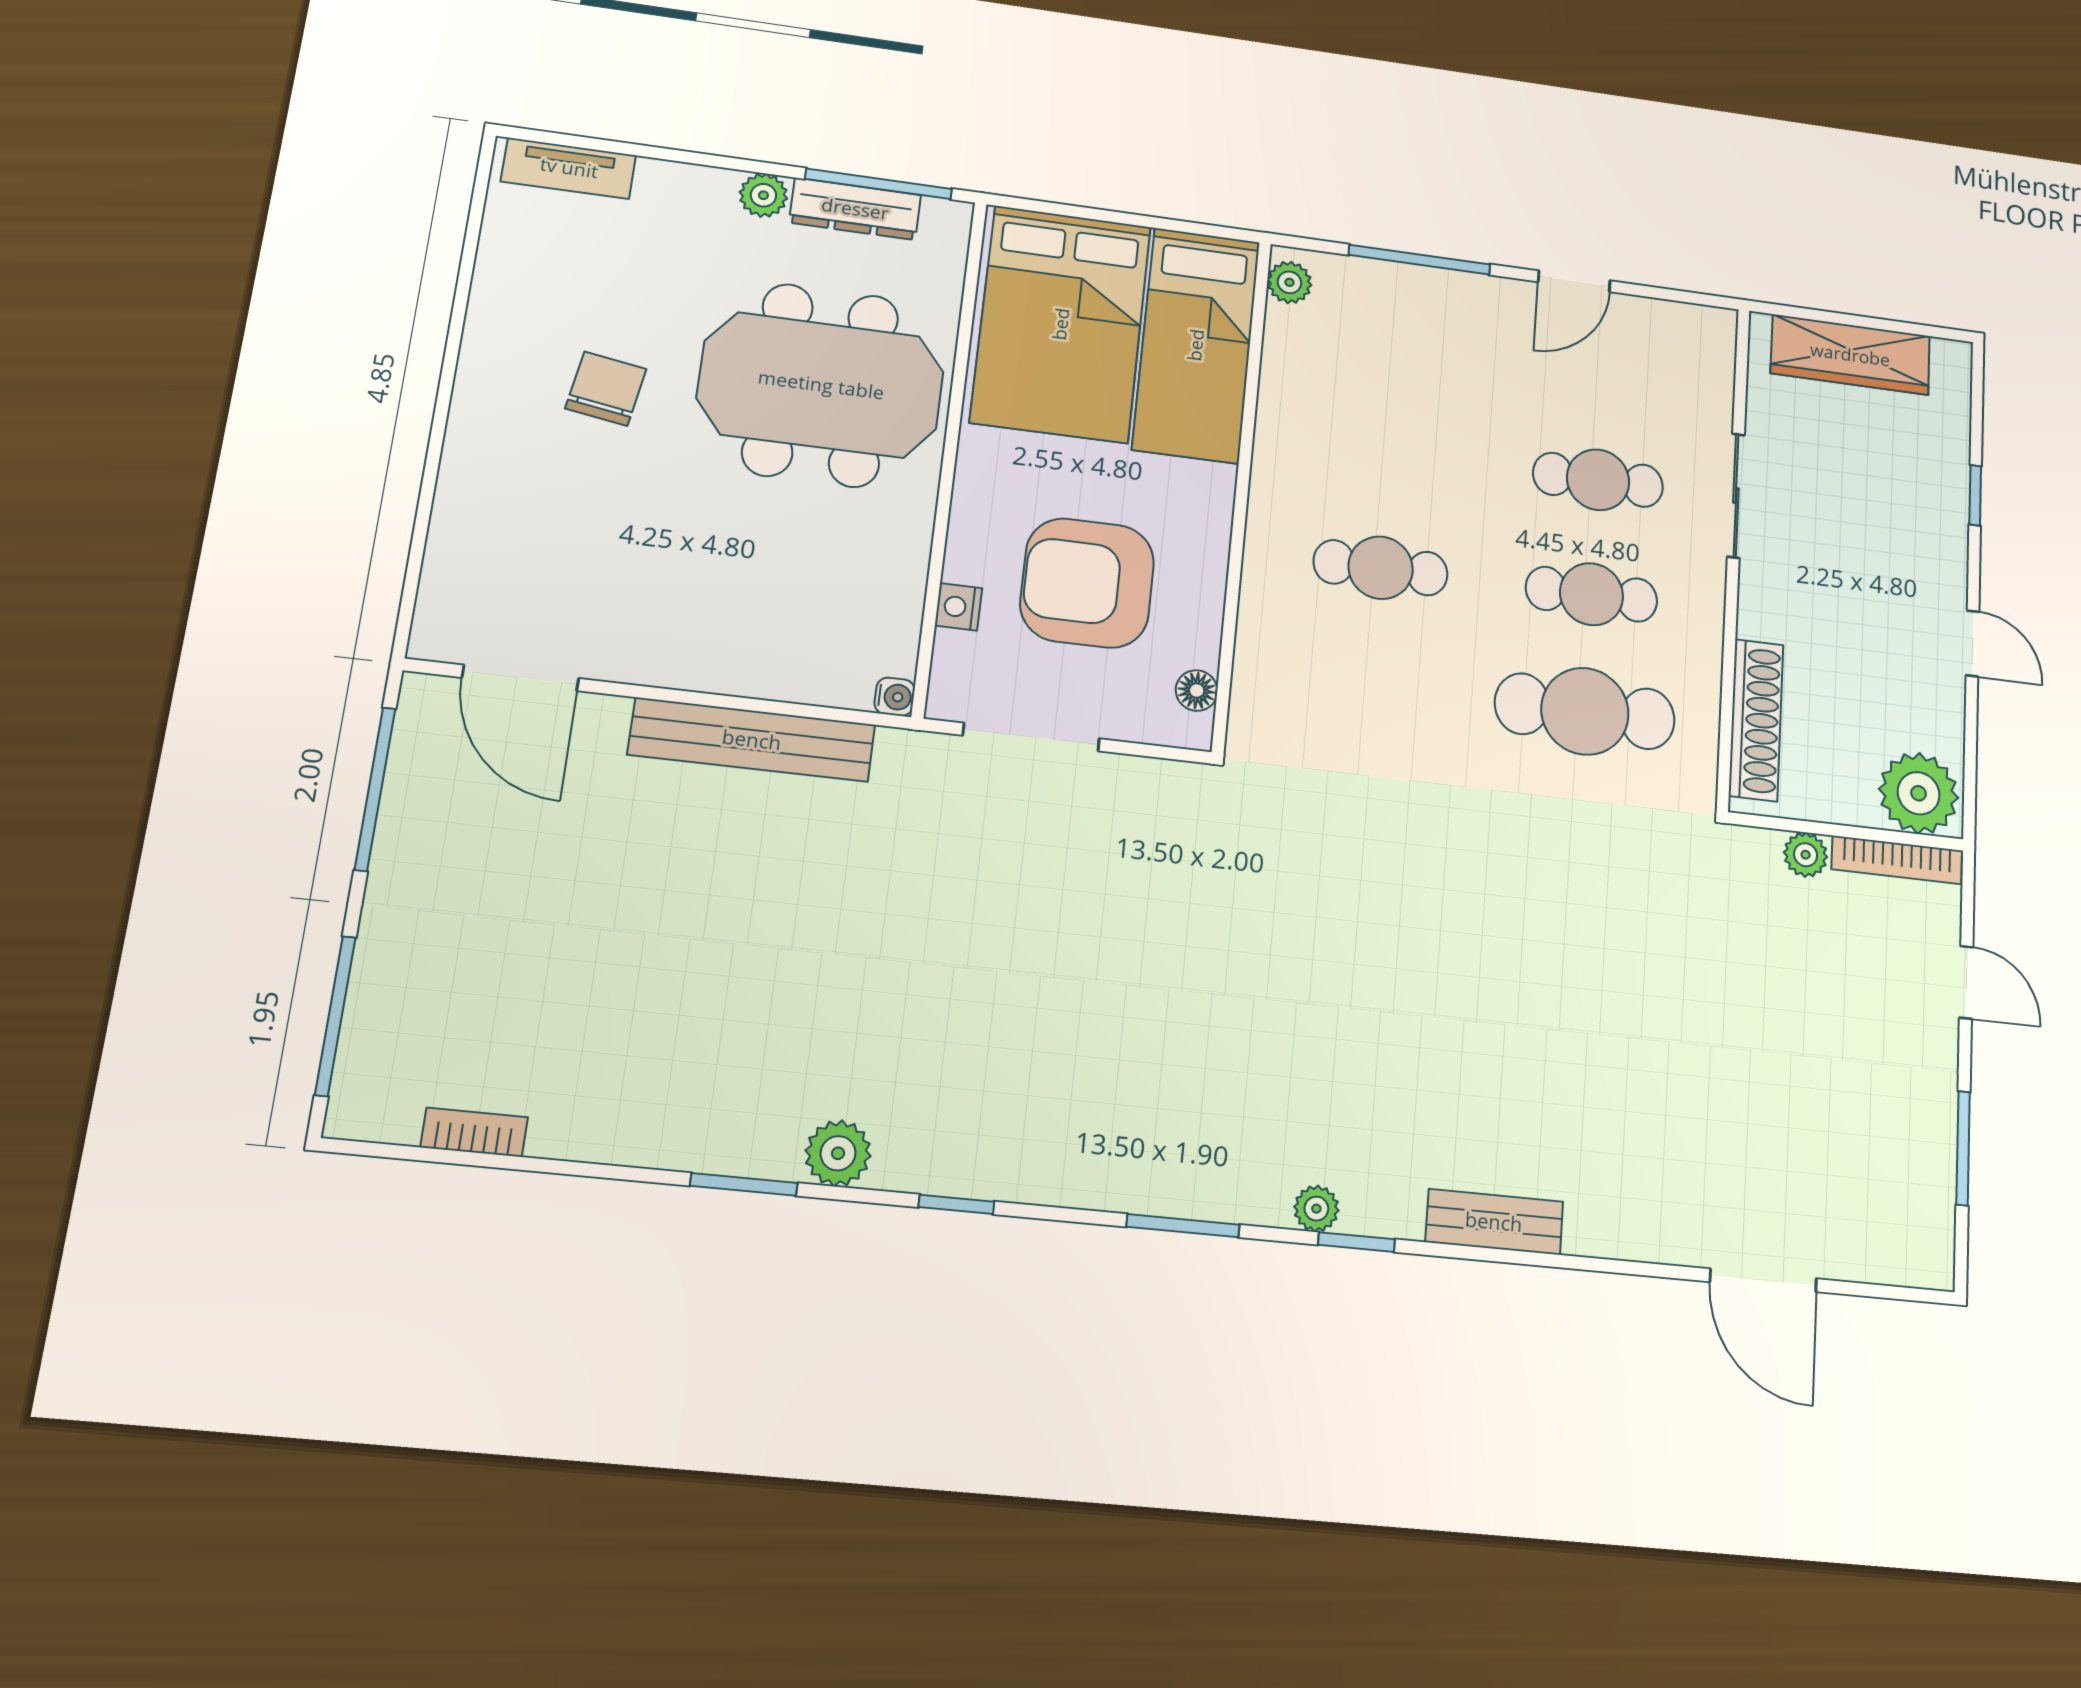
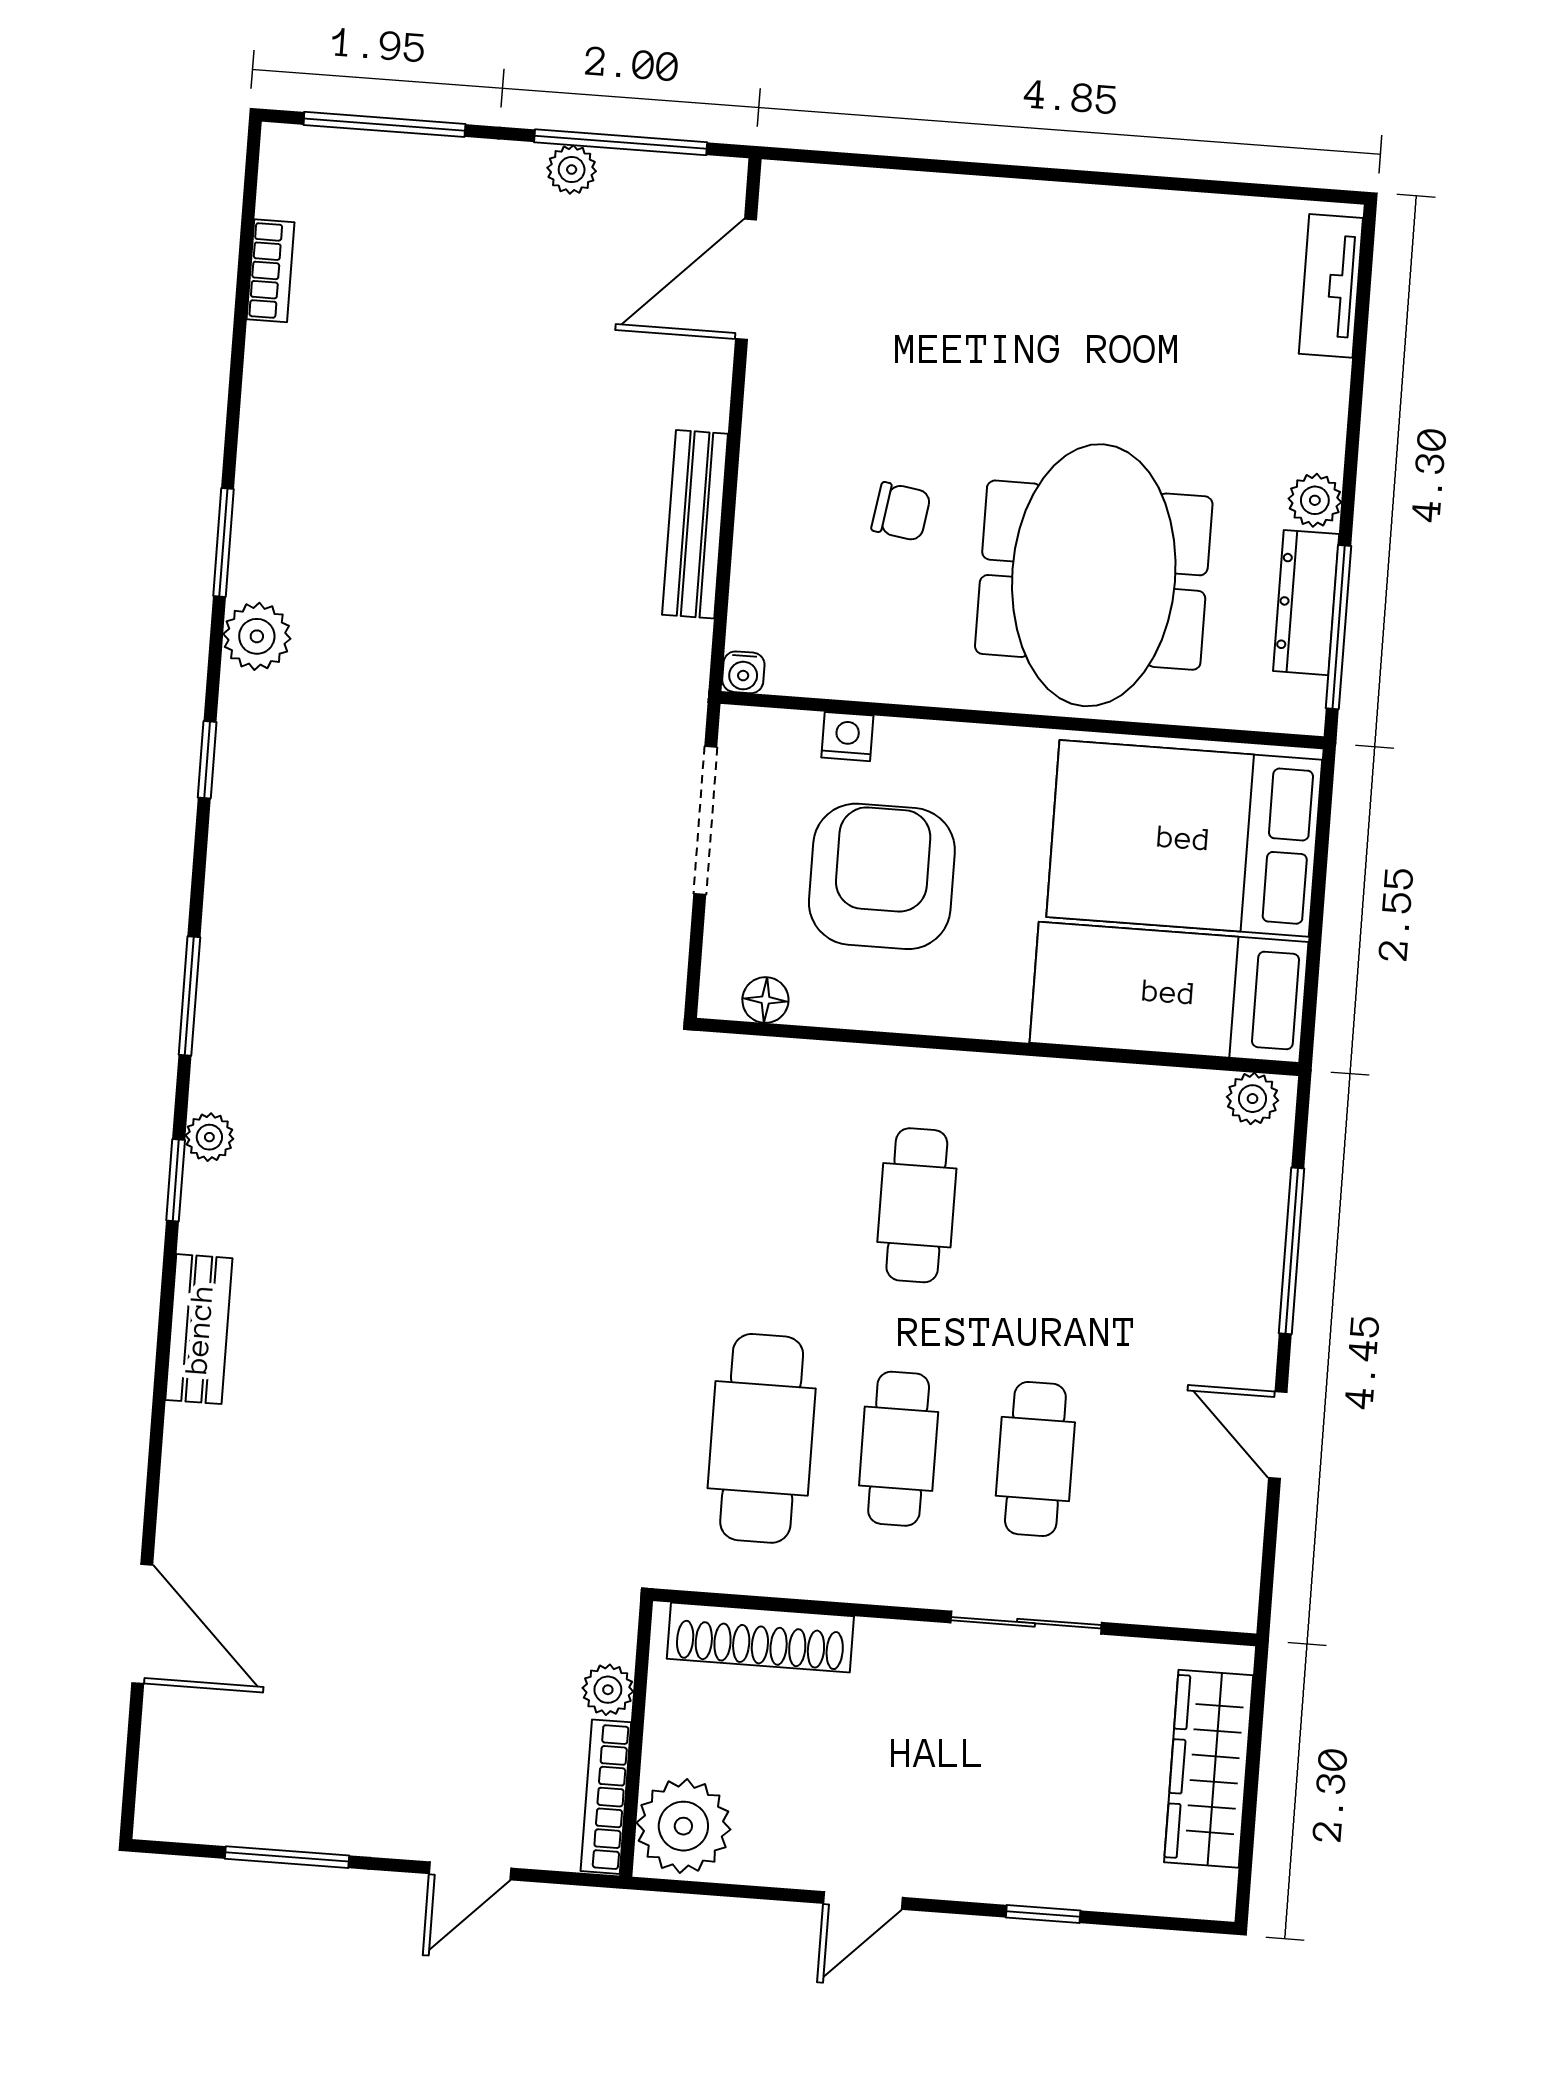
chair: (606, 389) -> (901, 512), moved, width x0.73, depth x0.73
bench: (752, 740) -> (695, 524), width x0.73, depth x0.82
plant: (398, 836) -> (572, 170), added
door: (1763, 1280) -> (142, 1624), swing flipped

